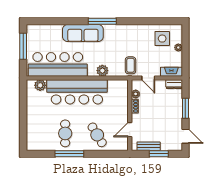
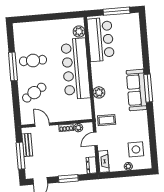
sofa: (83, 33) -> (136, 90), moved
bar counter: (58, 64) -> (101, 40), width x0.73
window: (159, 154) -> (20, 156), width x1.44

